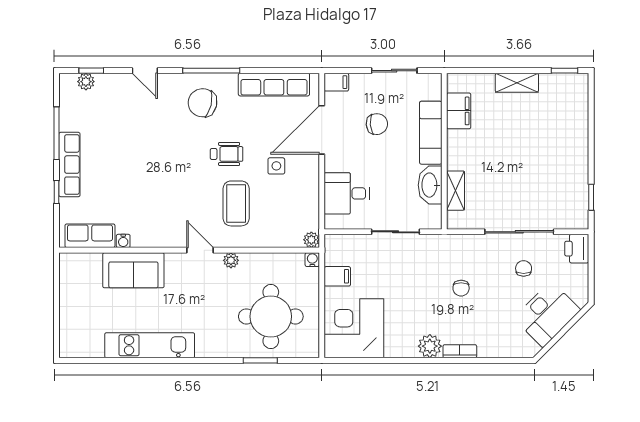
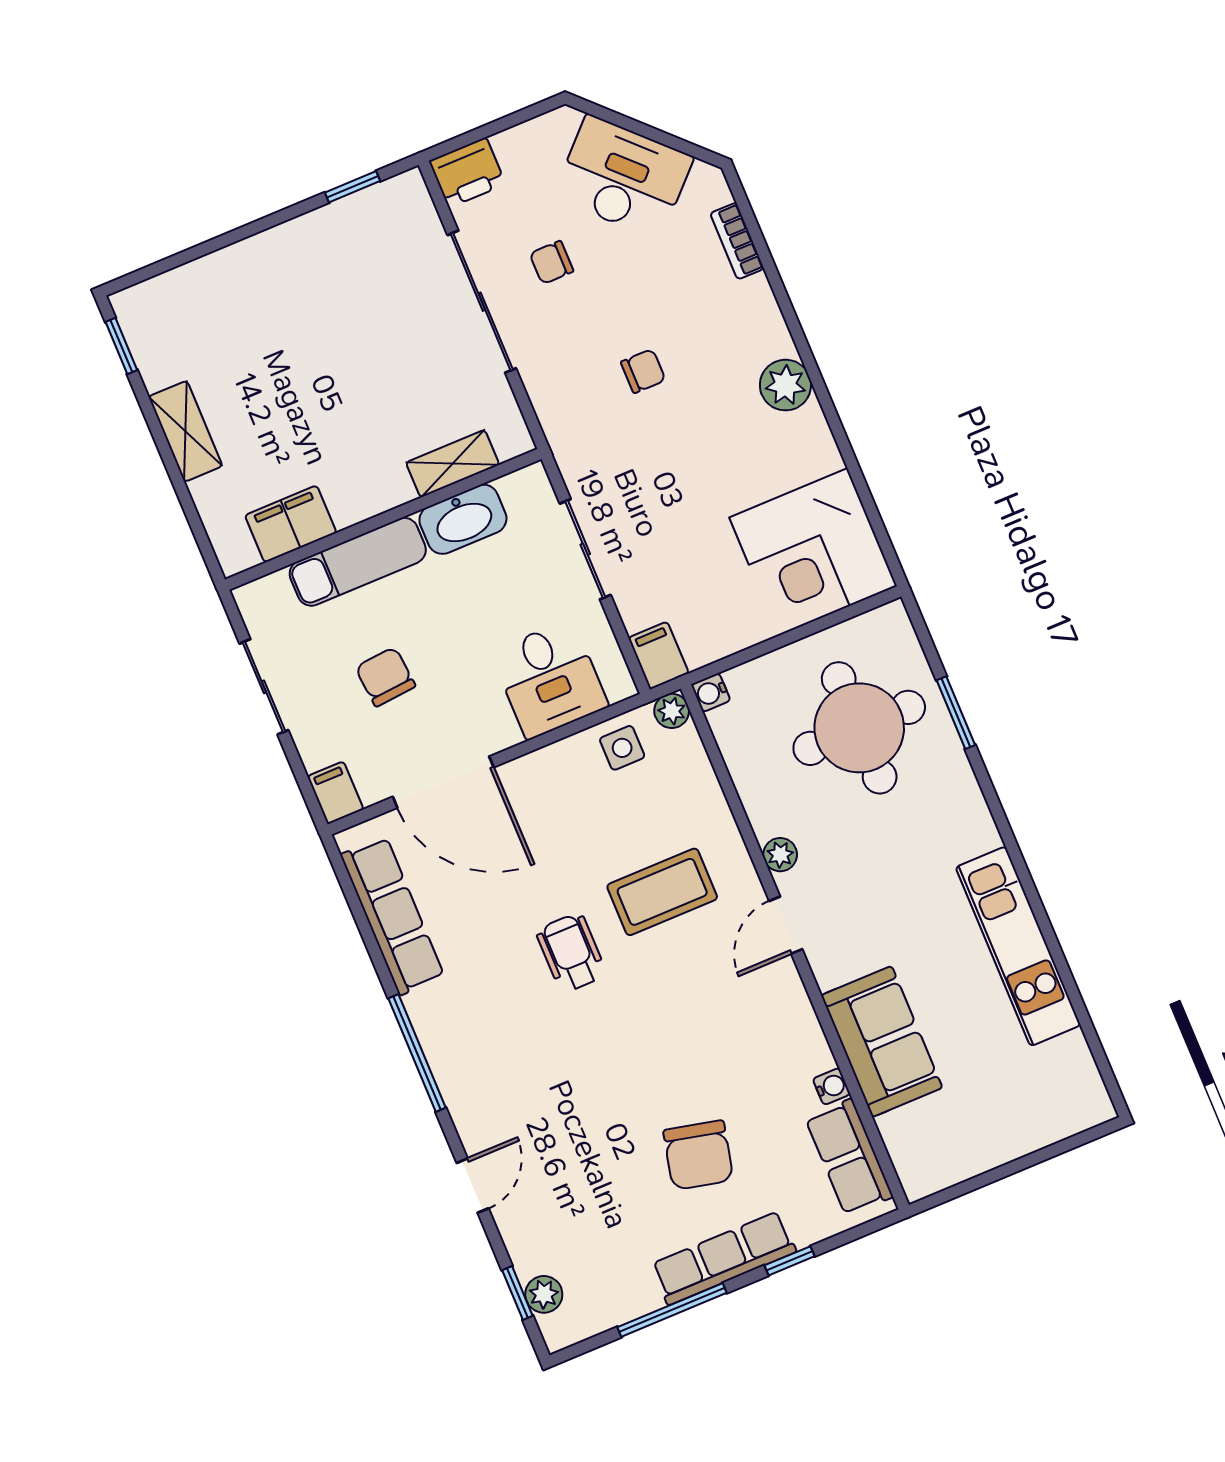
chair: (203, 103) -> (698, 1155), moved
side table: (276, 166) -> (622, 748), moved
filing cabinet: (337, 276) -> (659, 655), moved
bookcase: (460, 351) -> (737, 241), moved

